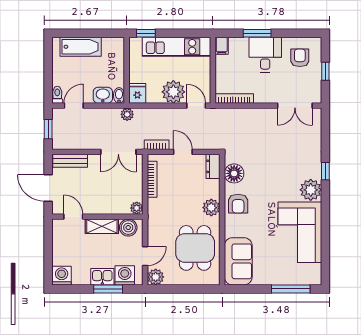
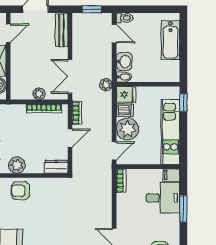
desk: (265, 55) -> (163, 198), moved
dishwasher: (154, 95) -> (125, 110), added
bookcase: (234, 98) -> (121, 181), width x0.64
floor lamp: (234, 173) -> (49, 187), removed
plant: (137, 208) -> (39, 94), moved

